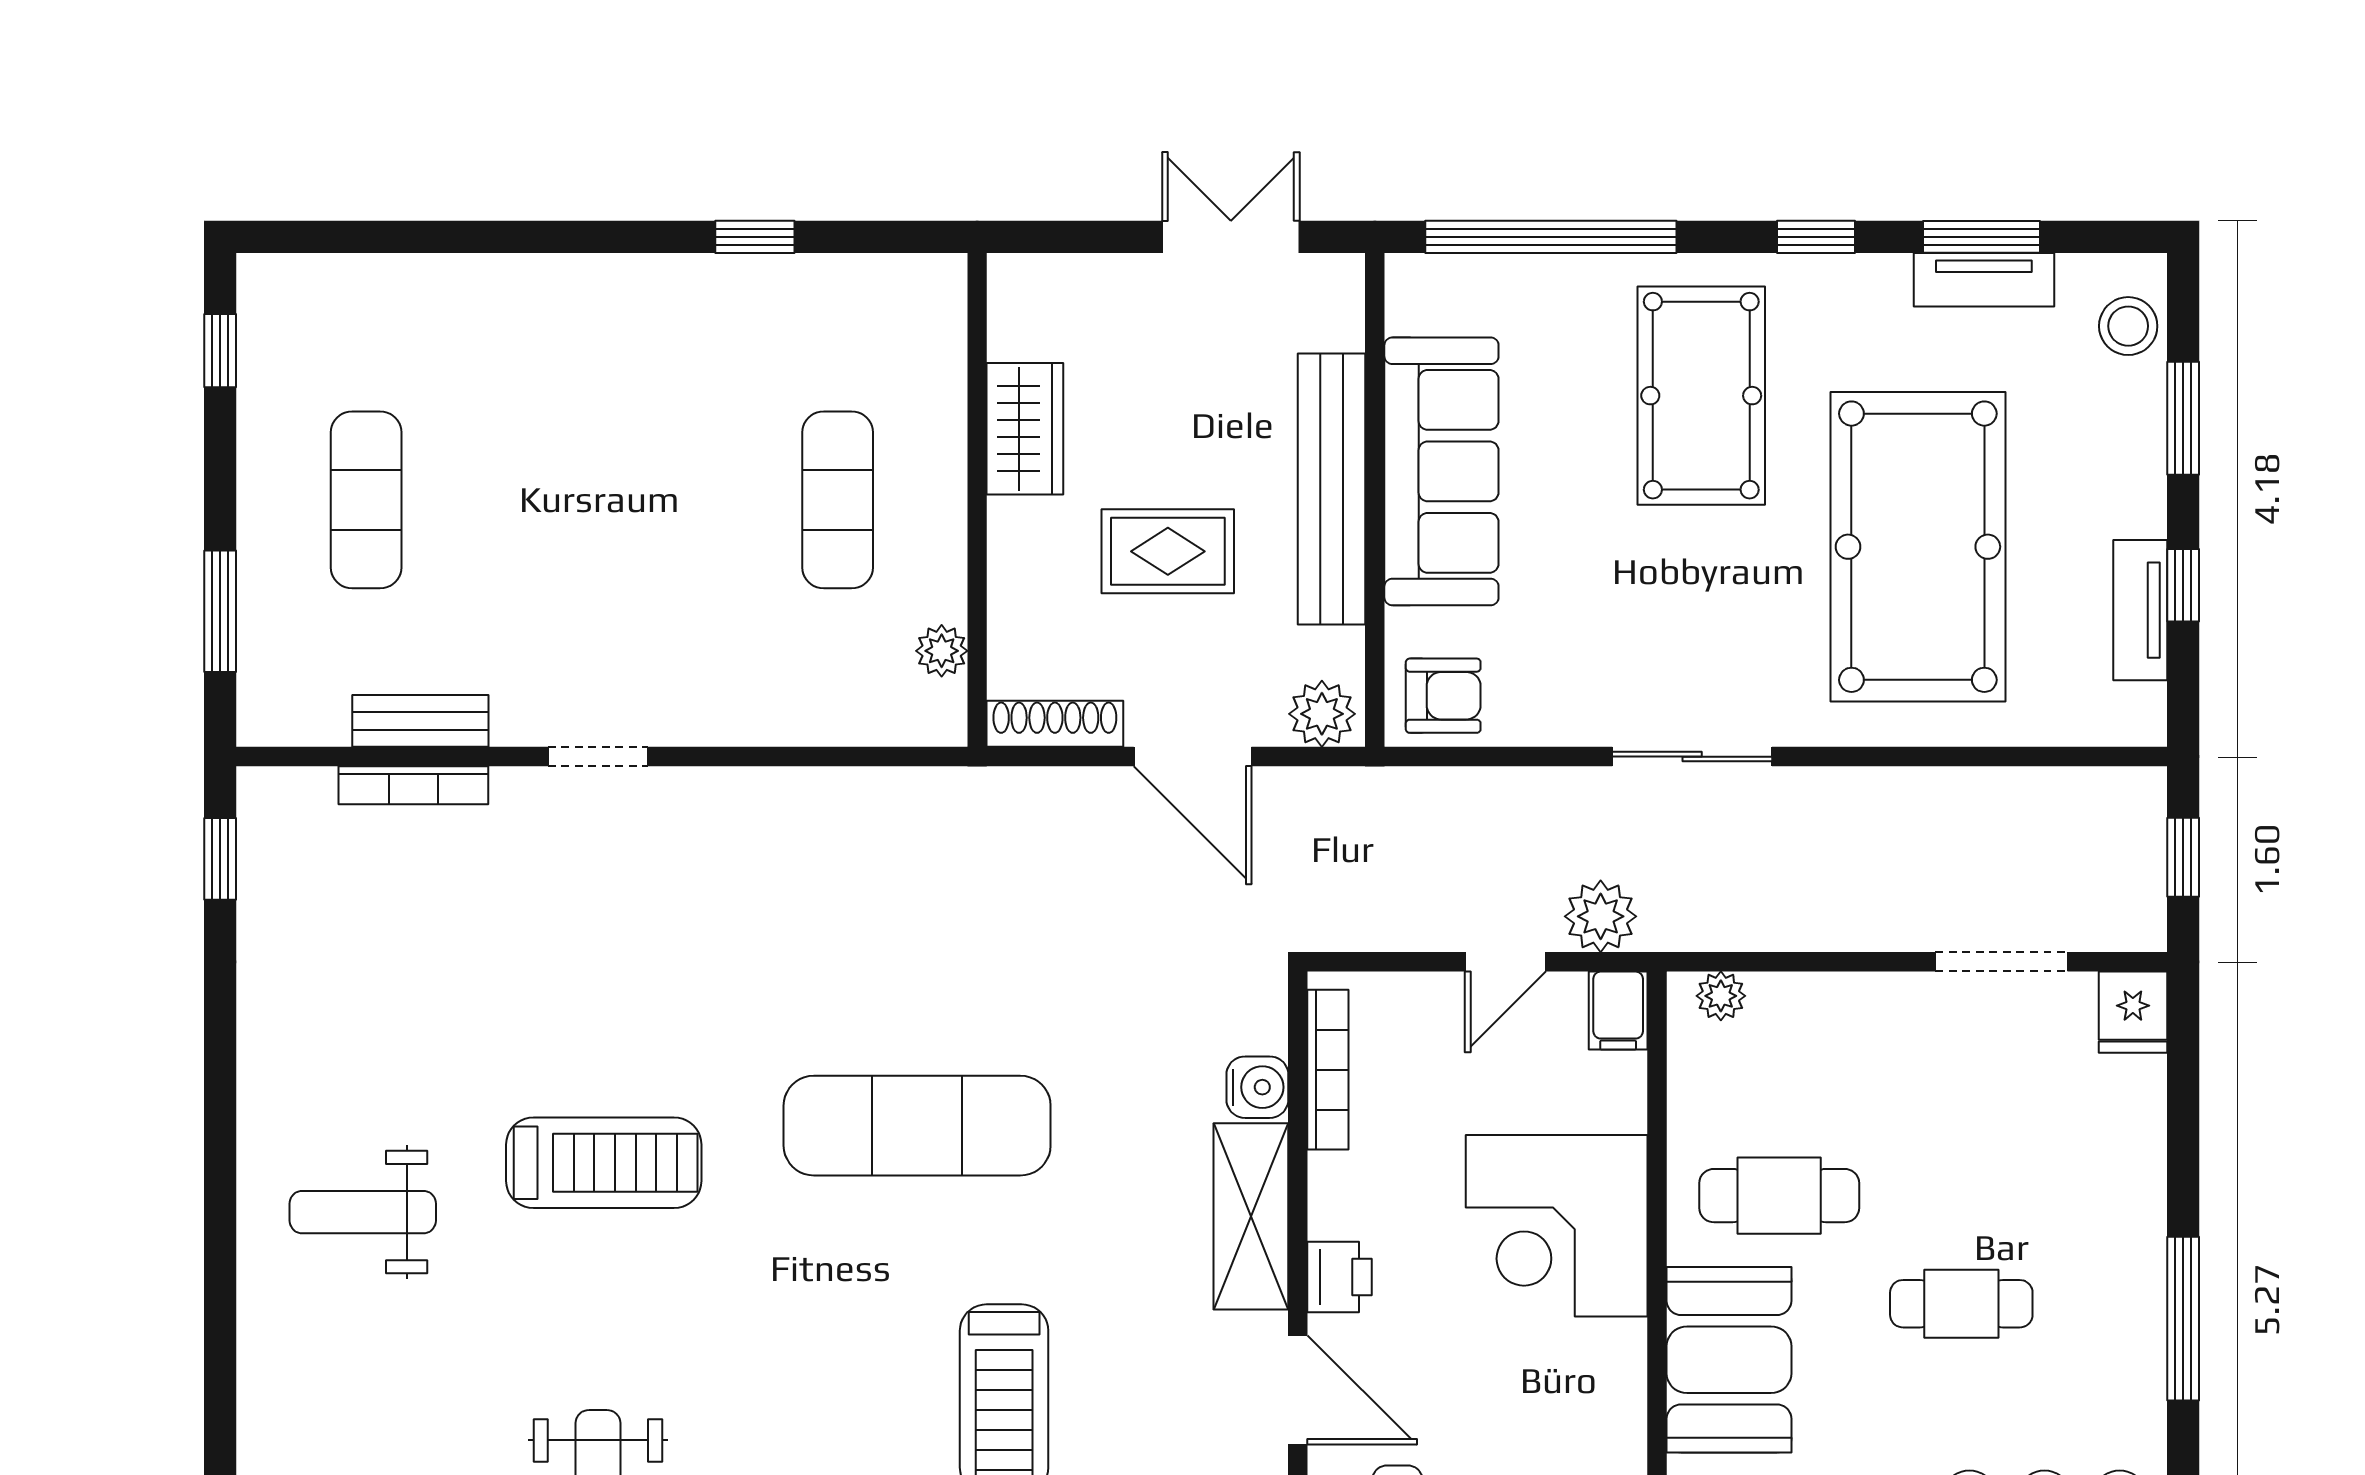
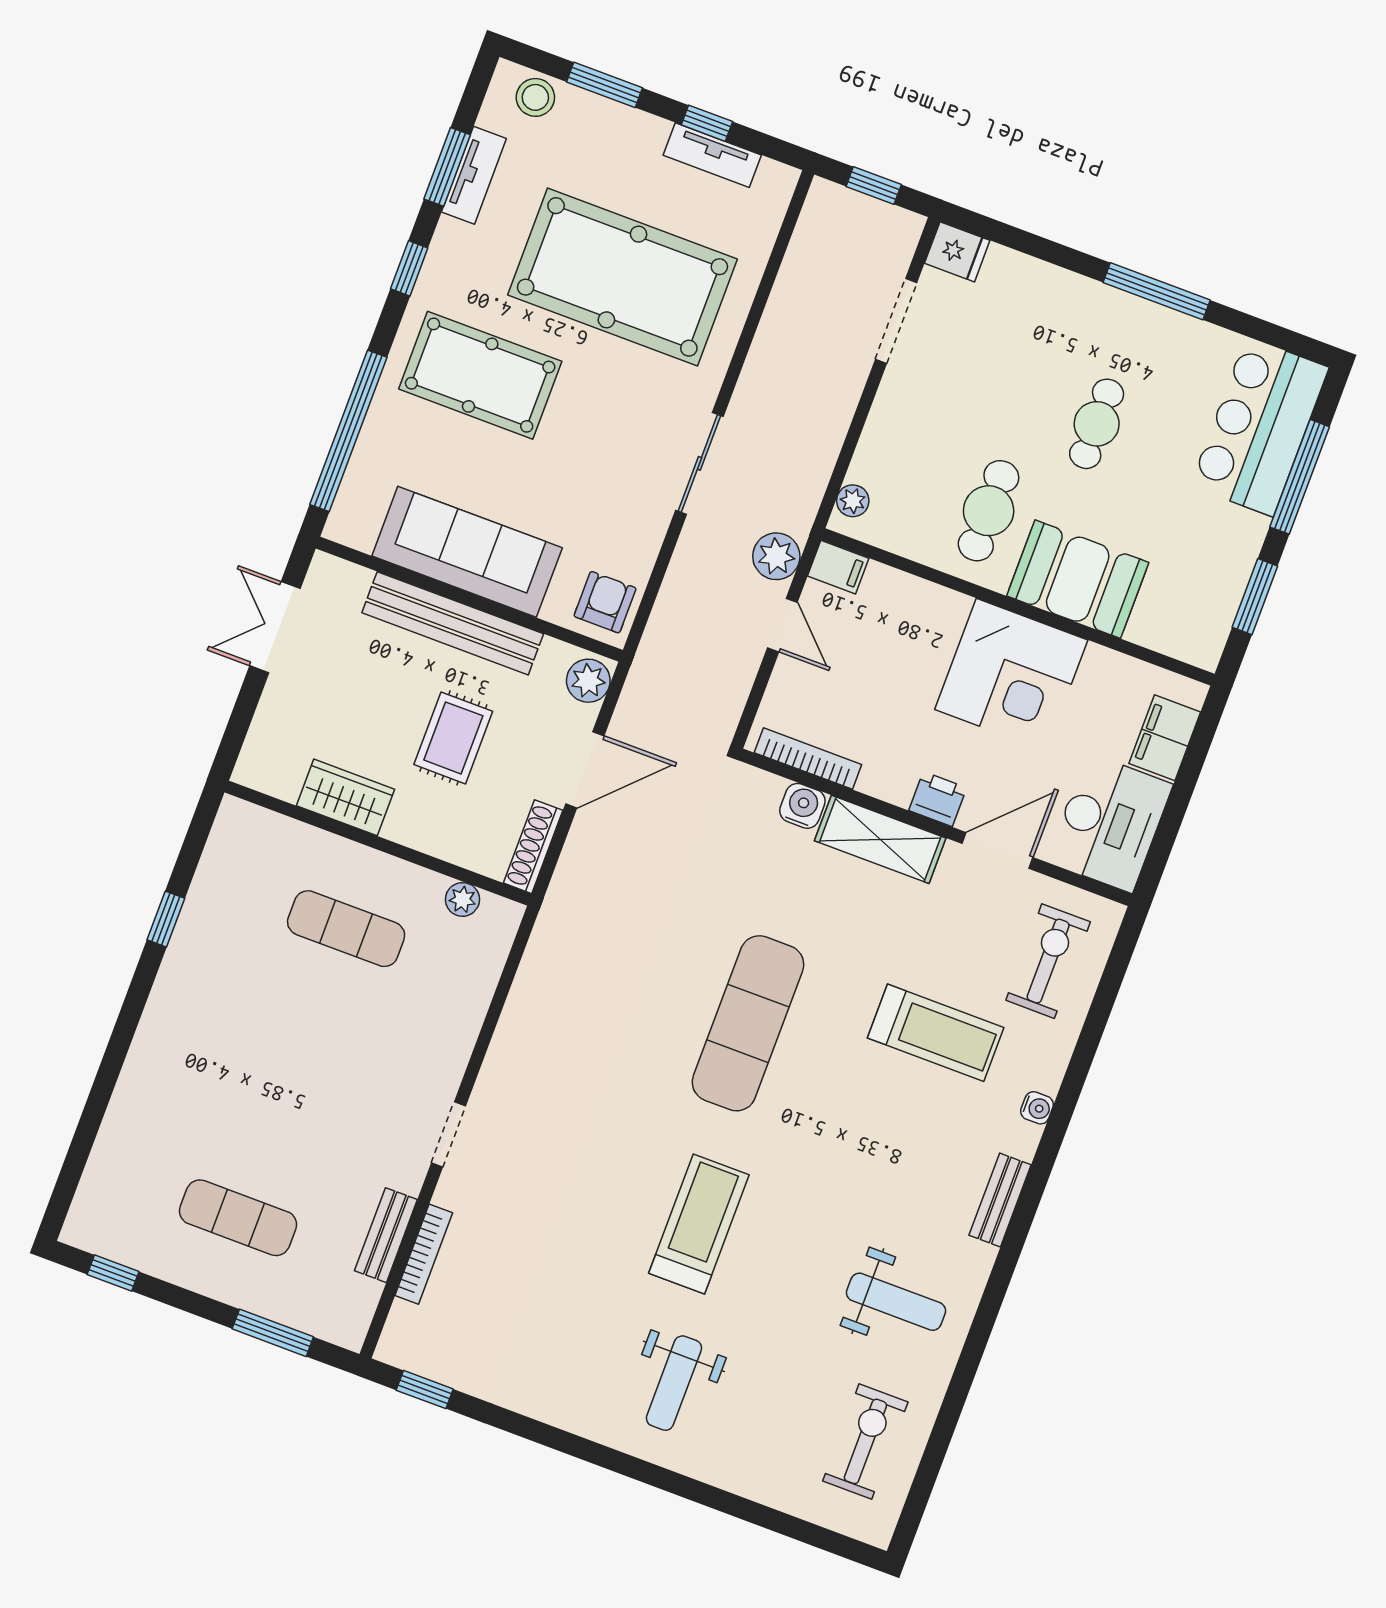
corner desk: (1557, 1226) -> (1011, 675), moved

